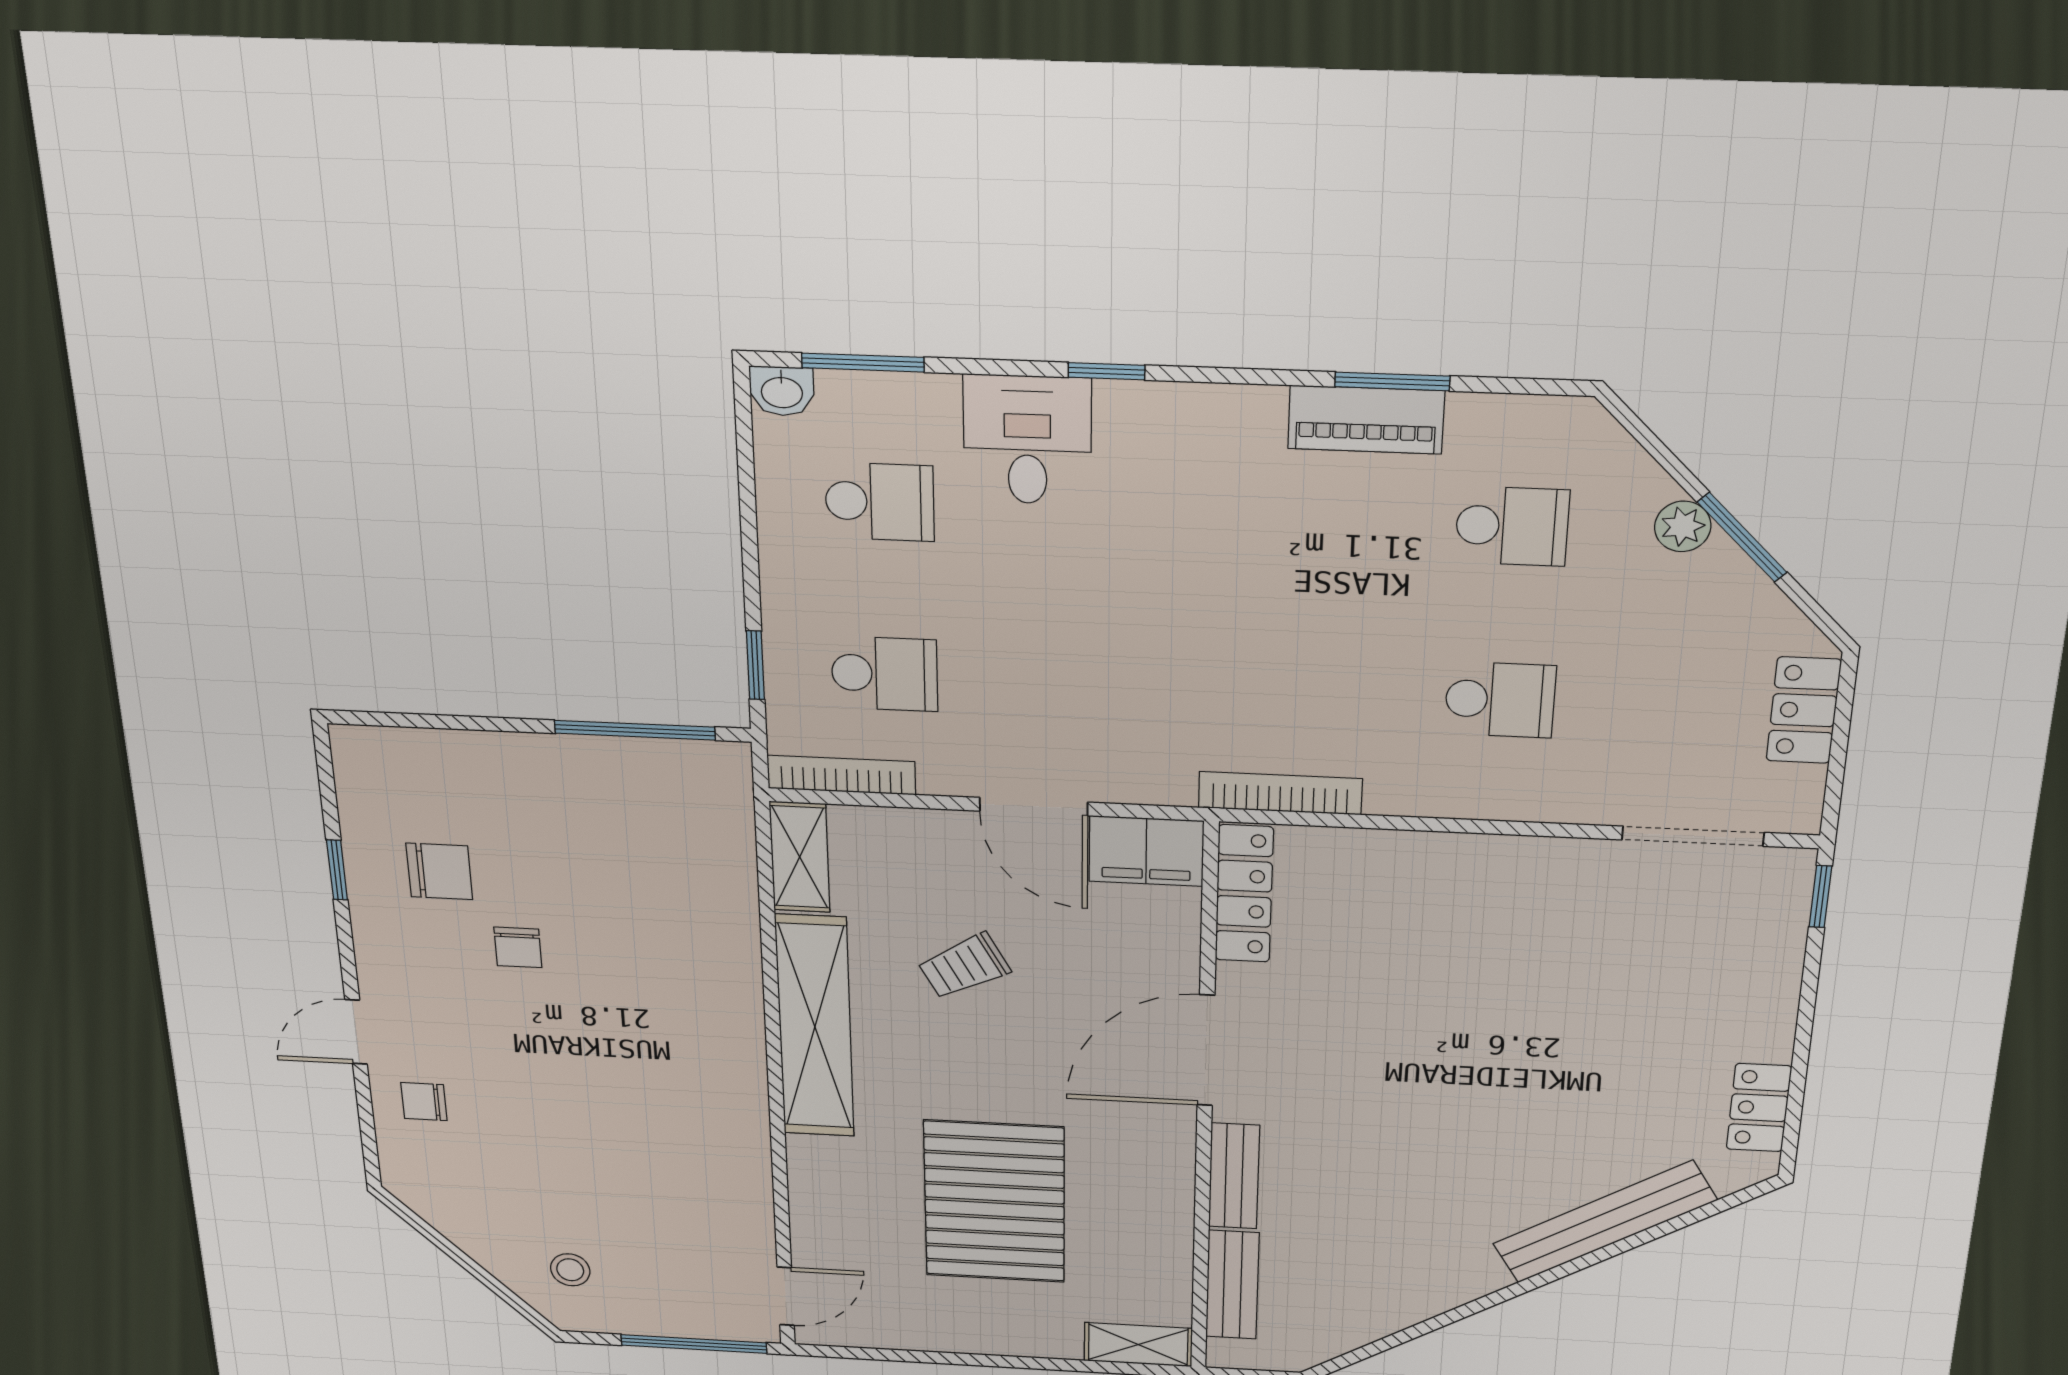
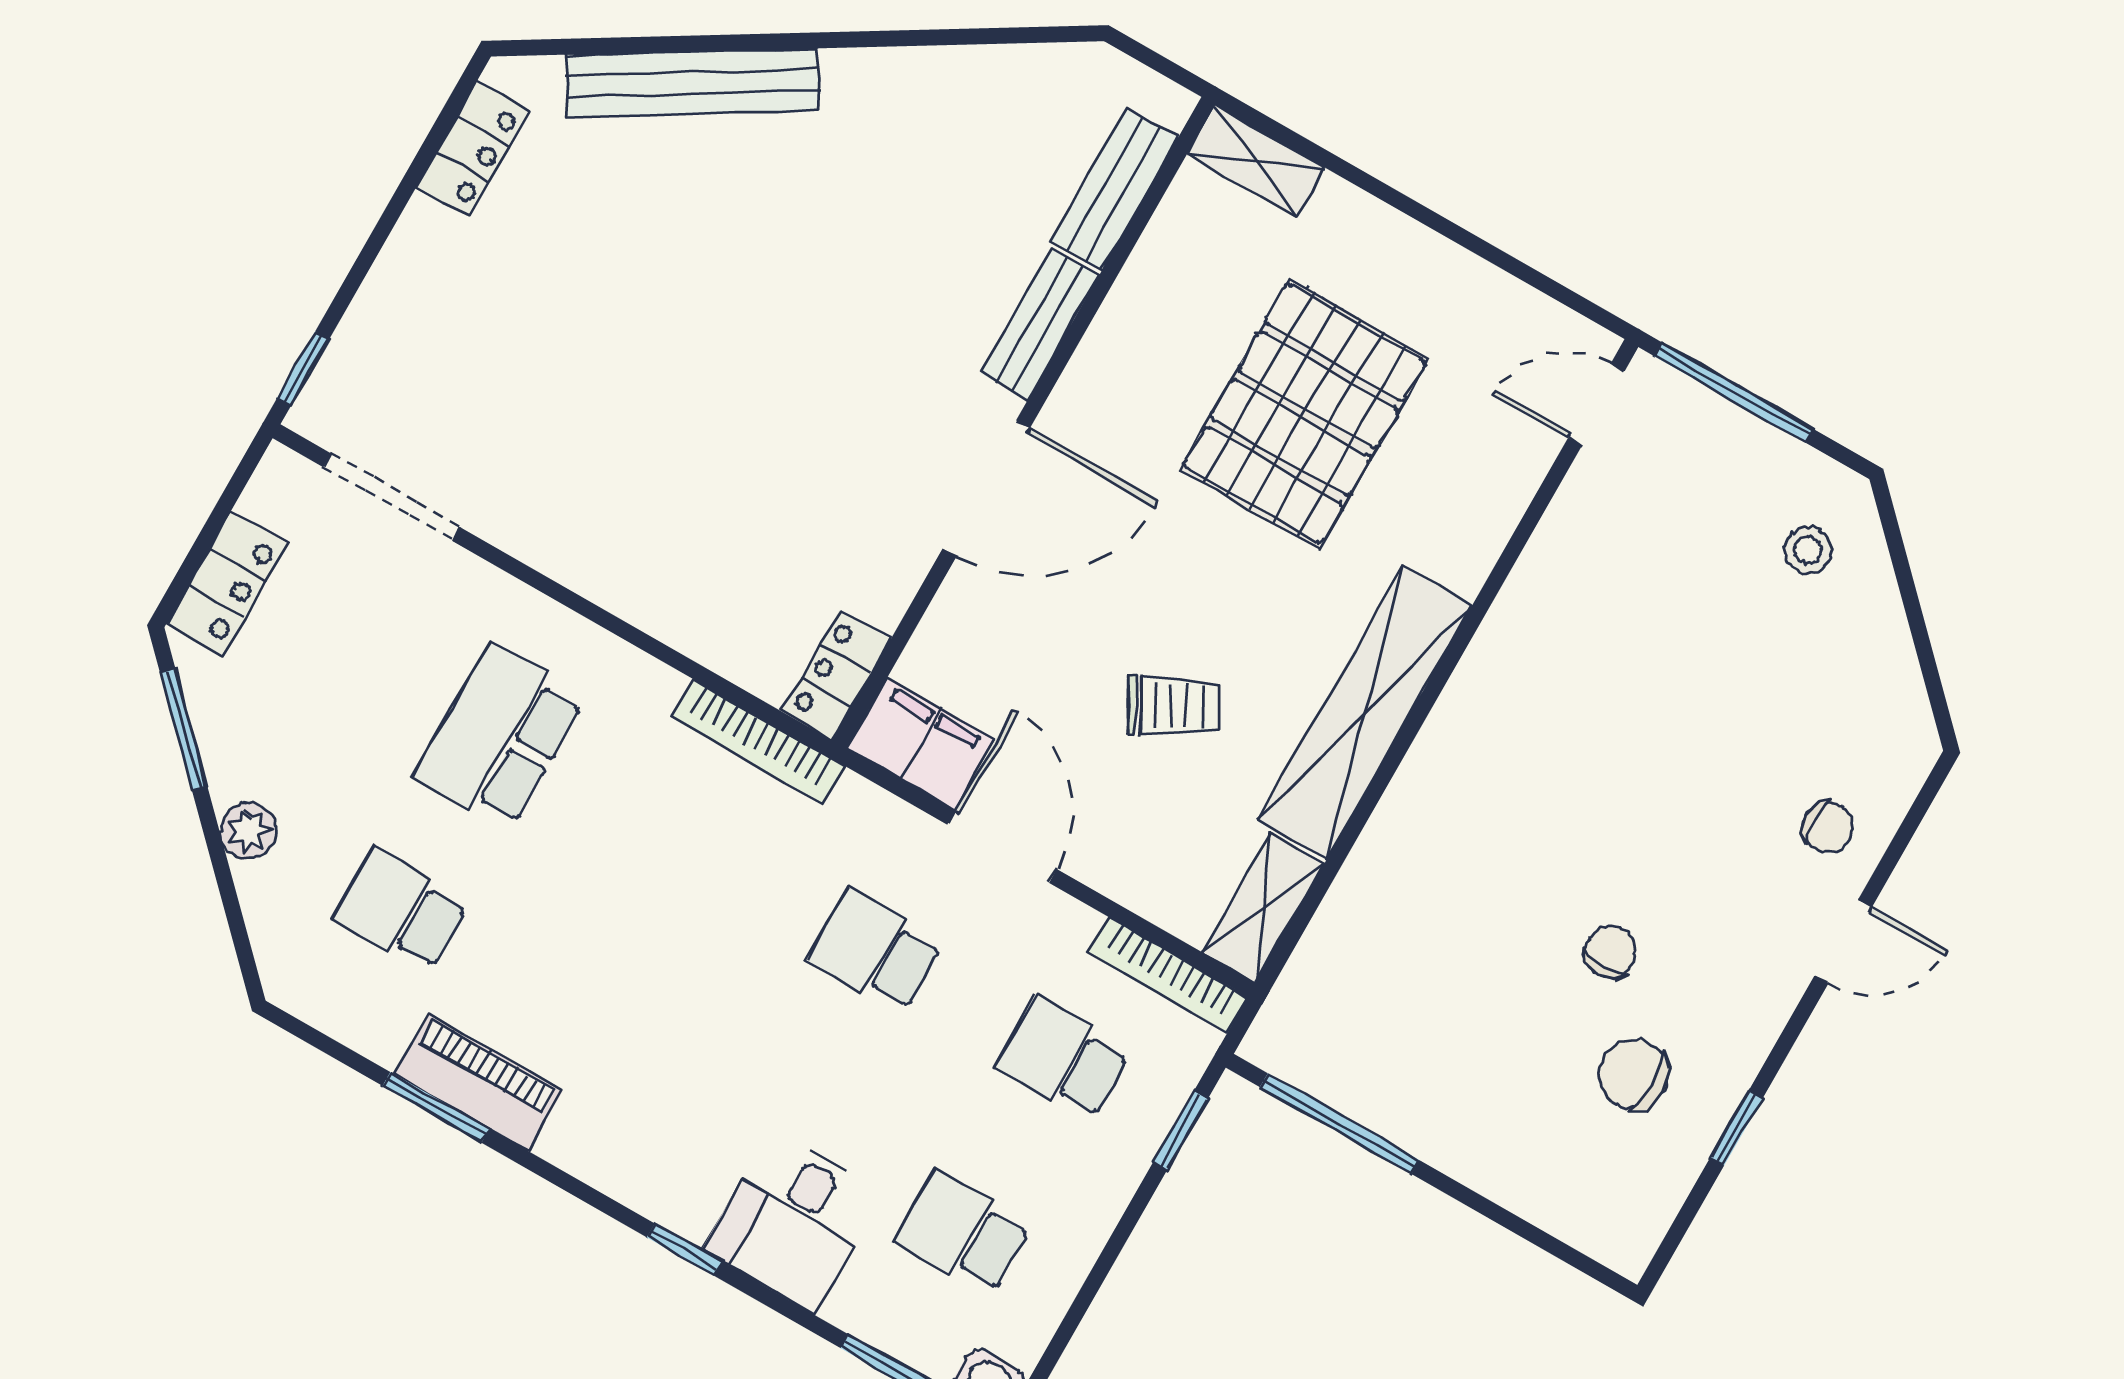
window: (1742, 537) -> (184, 729), moved
school desk: (1088, 682) -> (875, 951), added
school desk: (1500, 700) -> (500, 737), width x1.85
locker: (1244, 894) -> (836, 675), width x0.66

